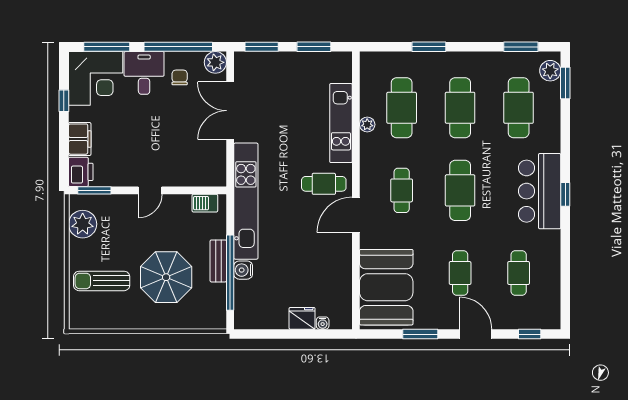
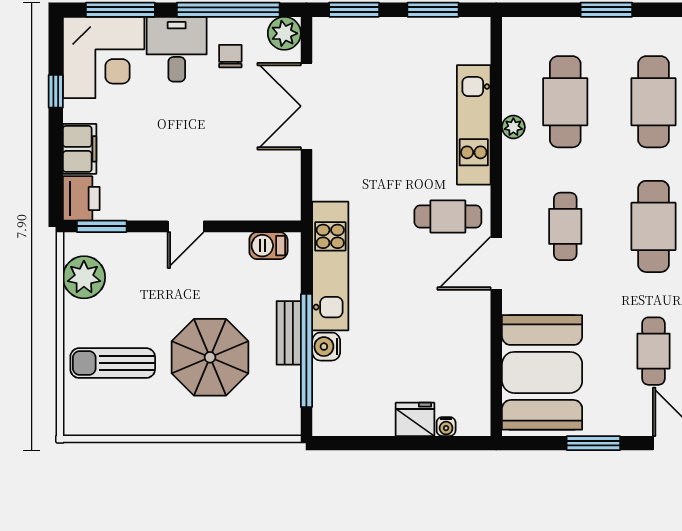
kitchen unit: (246, 201) -> (330, 266), width x0.73

